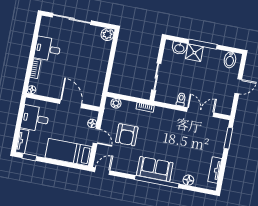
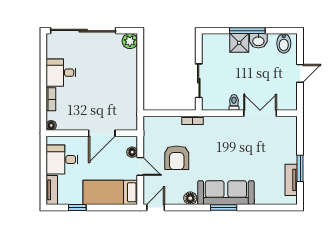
sliding door: (72, 19) -> (83, 31), width x1.36
washbasin: (179, 48) -> (258, 41), moved
plant: (116, 103) -> (156, 122), removed
door: (71, 104) -> (102, 133), swing flipped
window: (228, 138) -> (300, 168), moved
window: (29, 157) -> (77, 207), moved
sofa: (155, 169) -> (226, 193), width x1.36
floor lamp: (188, 180) -> (190, 198), moved
window: (157, 182) -> (224, 207), width x0.47

